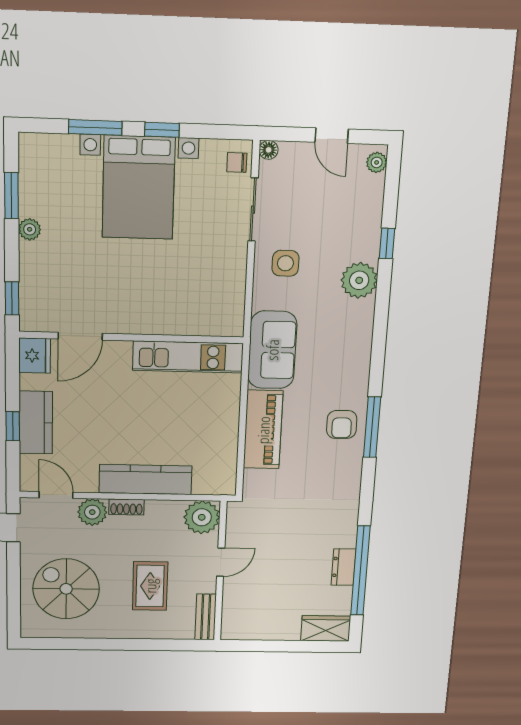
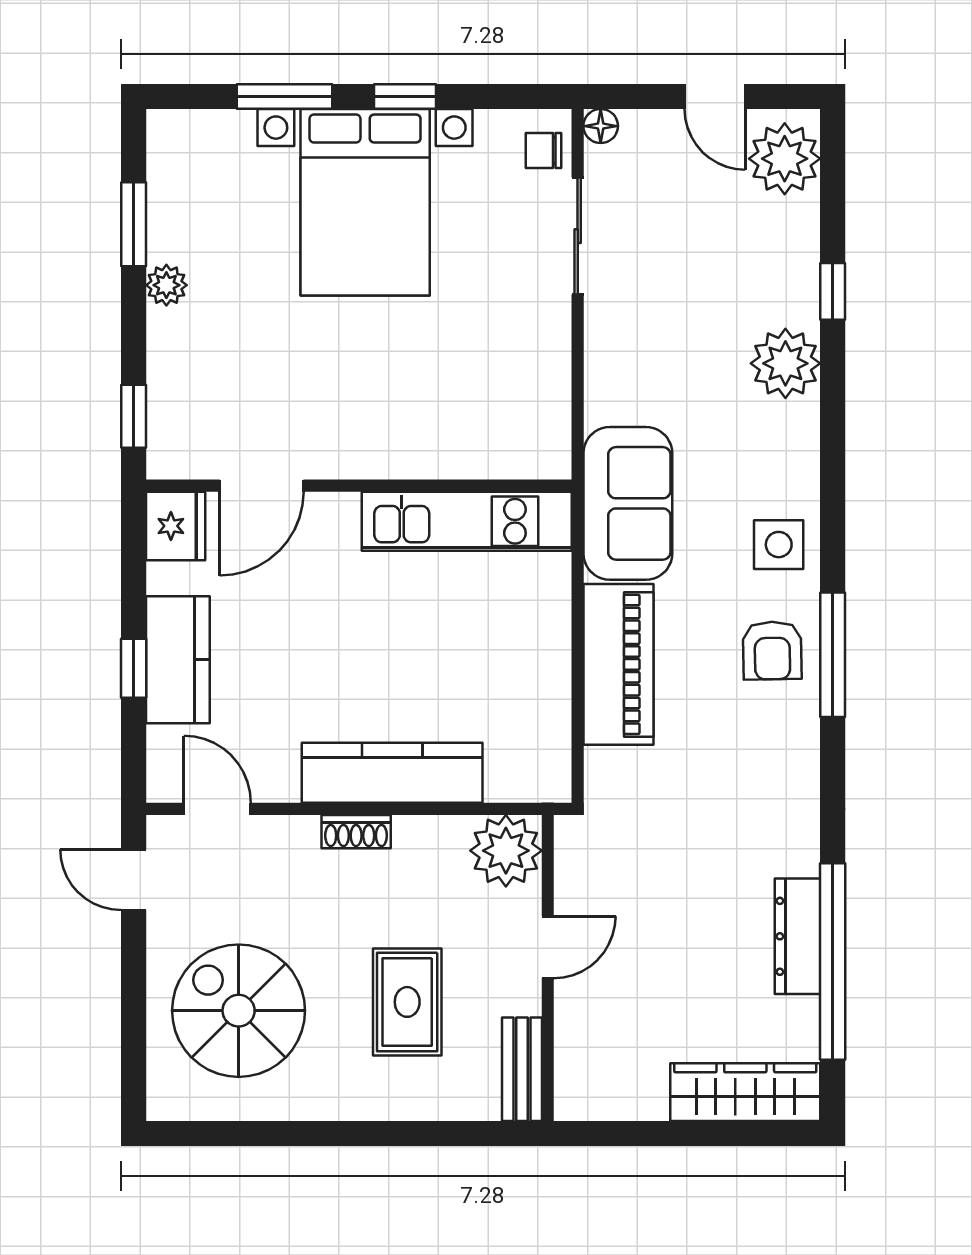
plant: (377, 162) -> (785, 159), width x1.88, depth x1.88
side table: (285, 263) -> (779, 545), moved
plant: (92, 512) -> (289, 844), removed
dresser: (344, 567) -> (798, 936), width x1.44
wardrobe: (326, 629) -> (745, 1092), width x1.50

